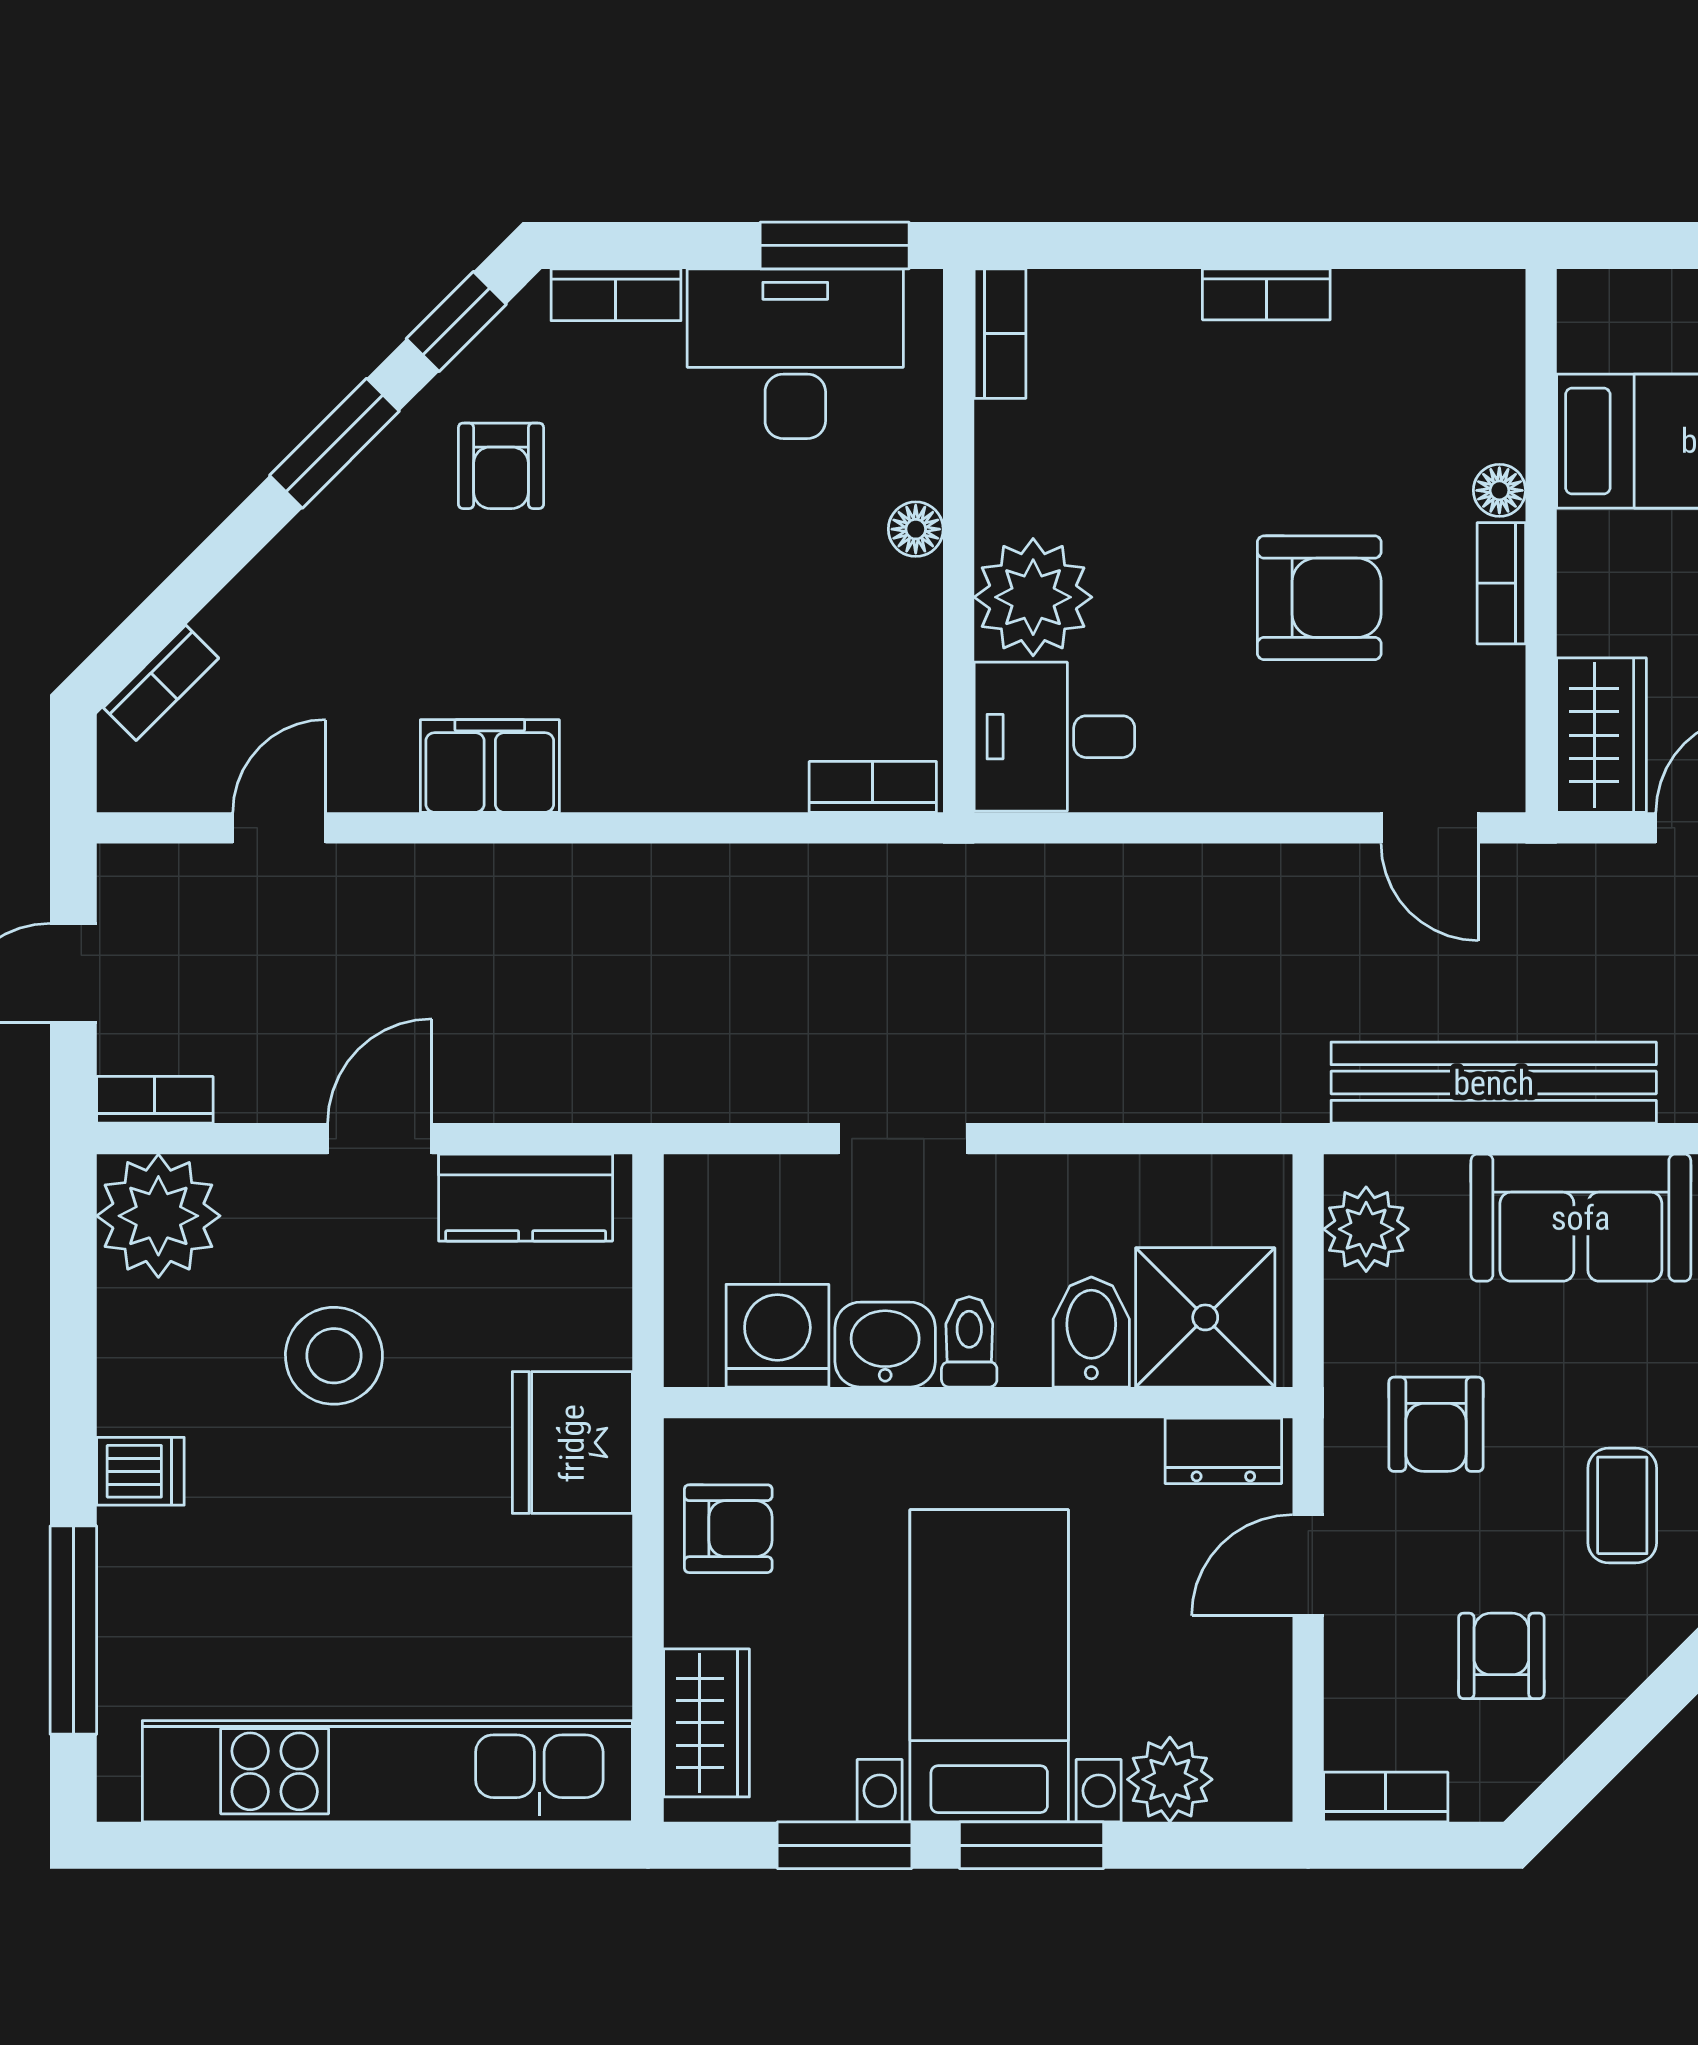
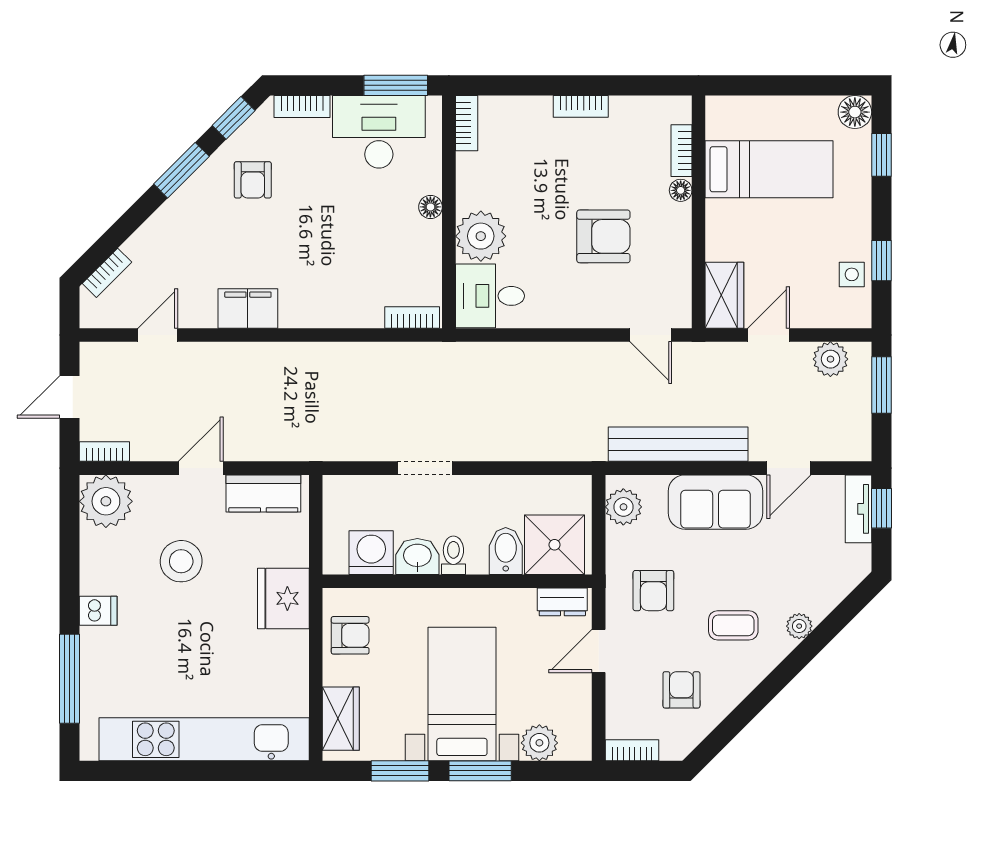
bookcase: (1501, 583) -> (681, 151), moved
coffee table: (1622, 1505) -> (733, 625), turned 90

